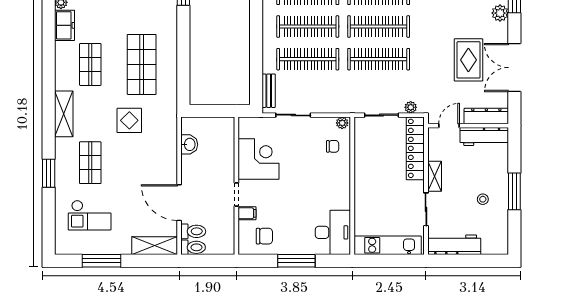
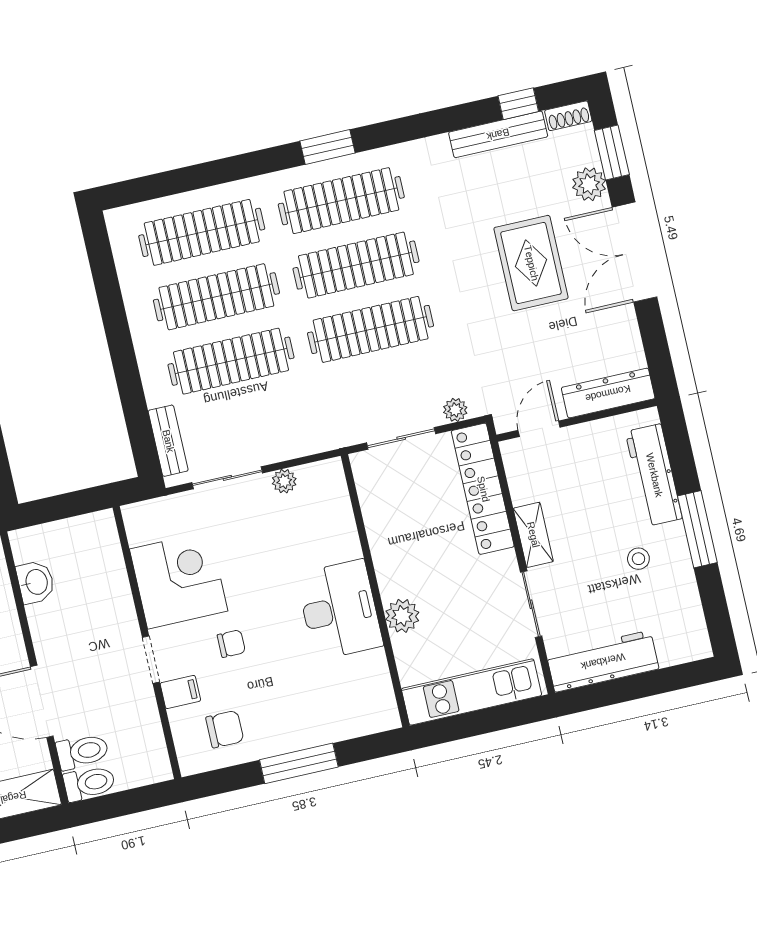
rug: (468, 60) -> (531, 263), moved
double door: (514, 68) -> (634, 252), moved
plant: (342, 123) -> (284, 481), moved
workbench: (484, 137) -> (654, 475), moved, turned 90
chair: (333, 146) -> (231, 644), moved
plant: (363, 201) -> (402, 616), added
desk: (333, 232) -> (340, 610), moved

